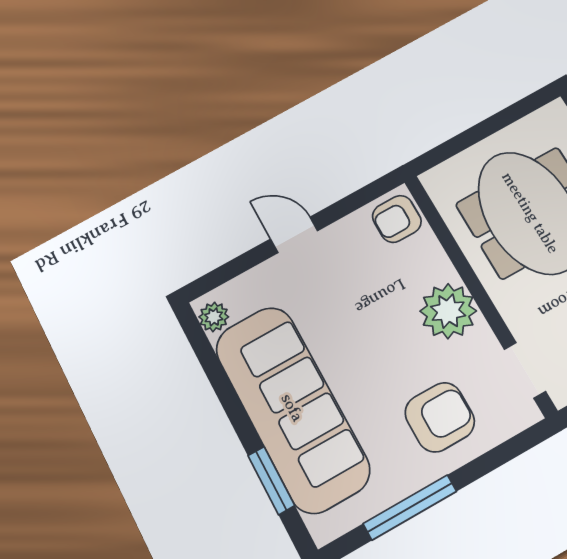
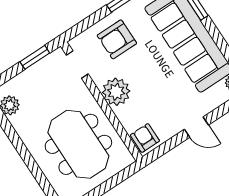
armchair: (397, 219) -> (145, 138), turned -90

